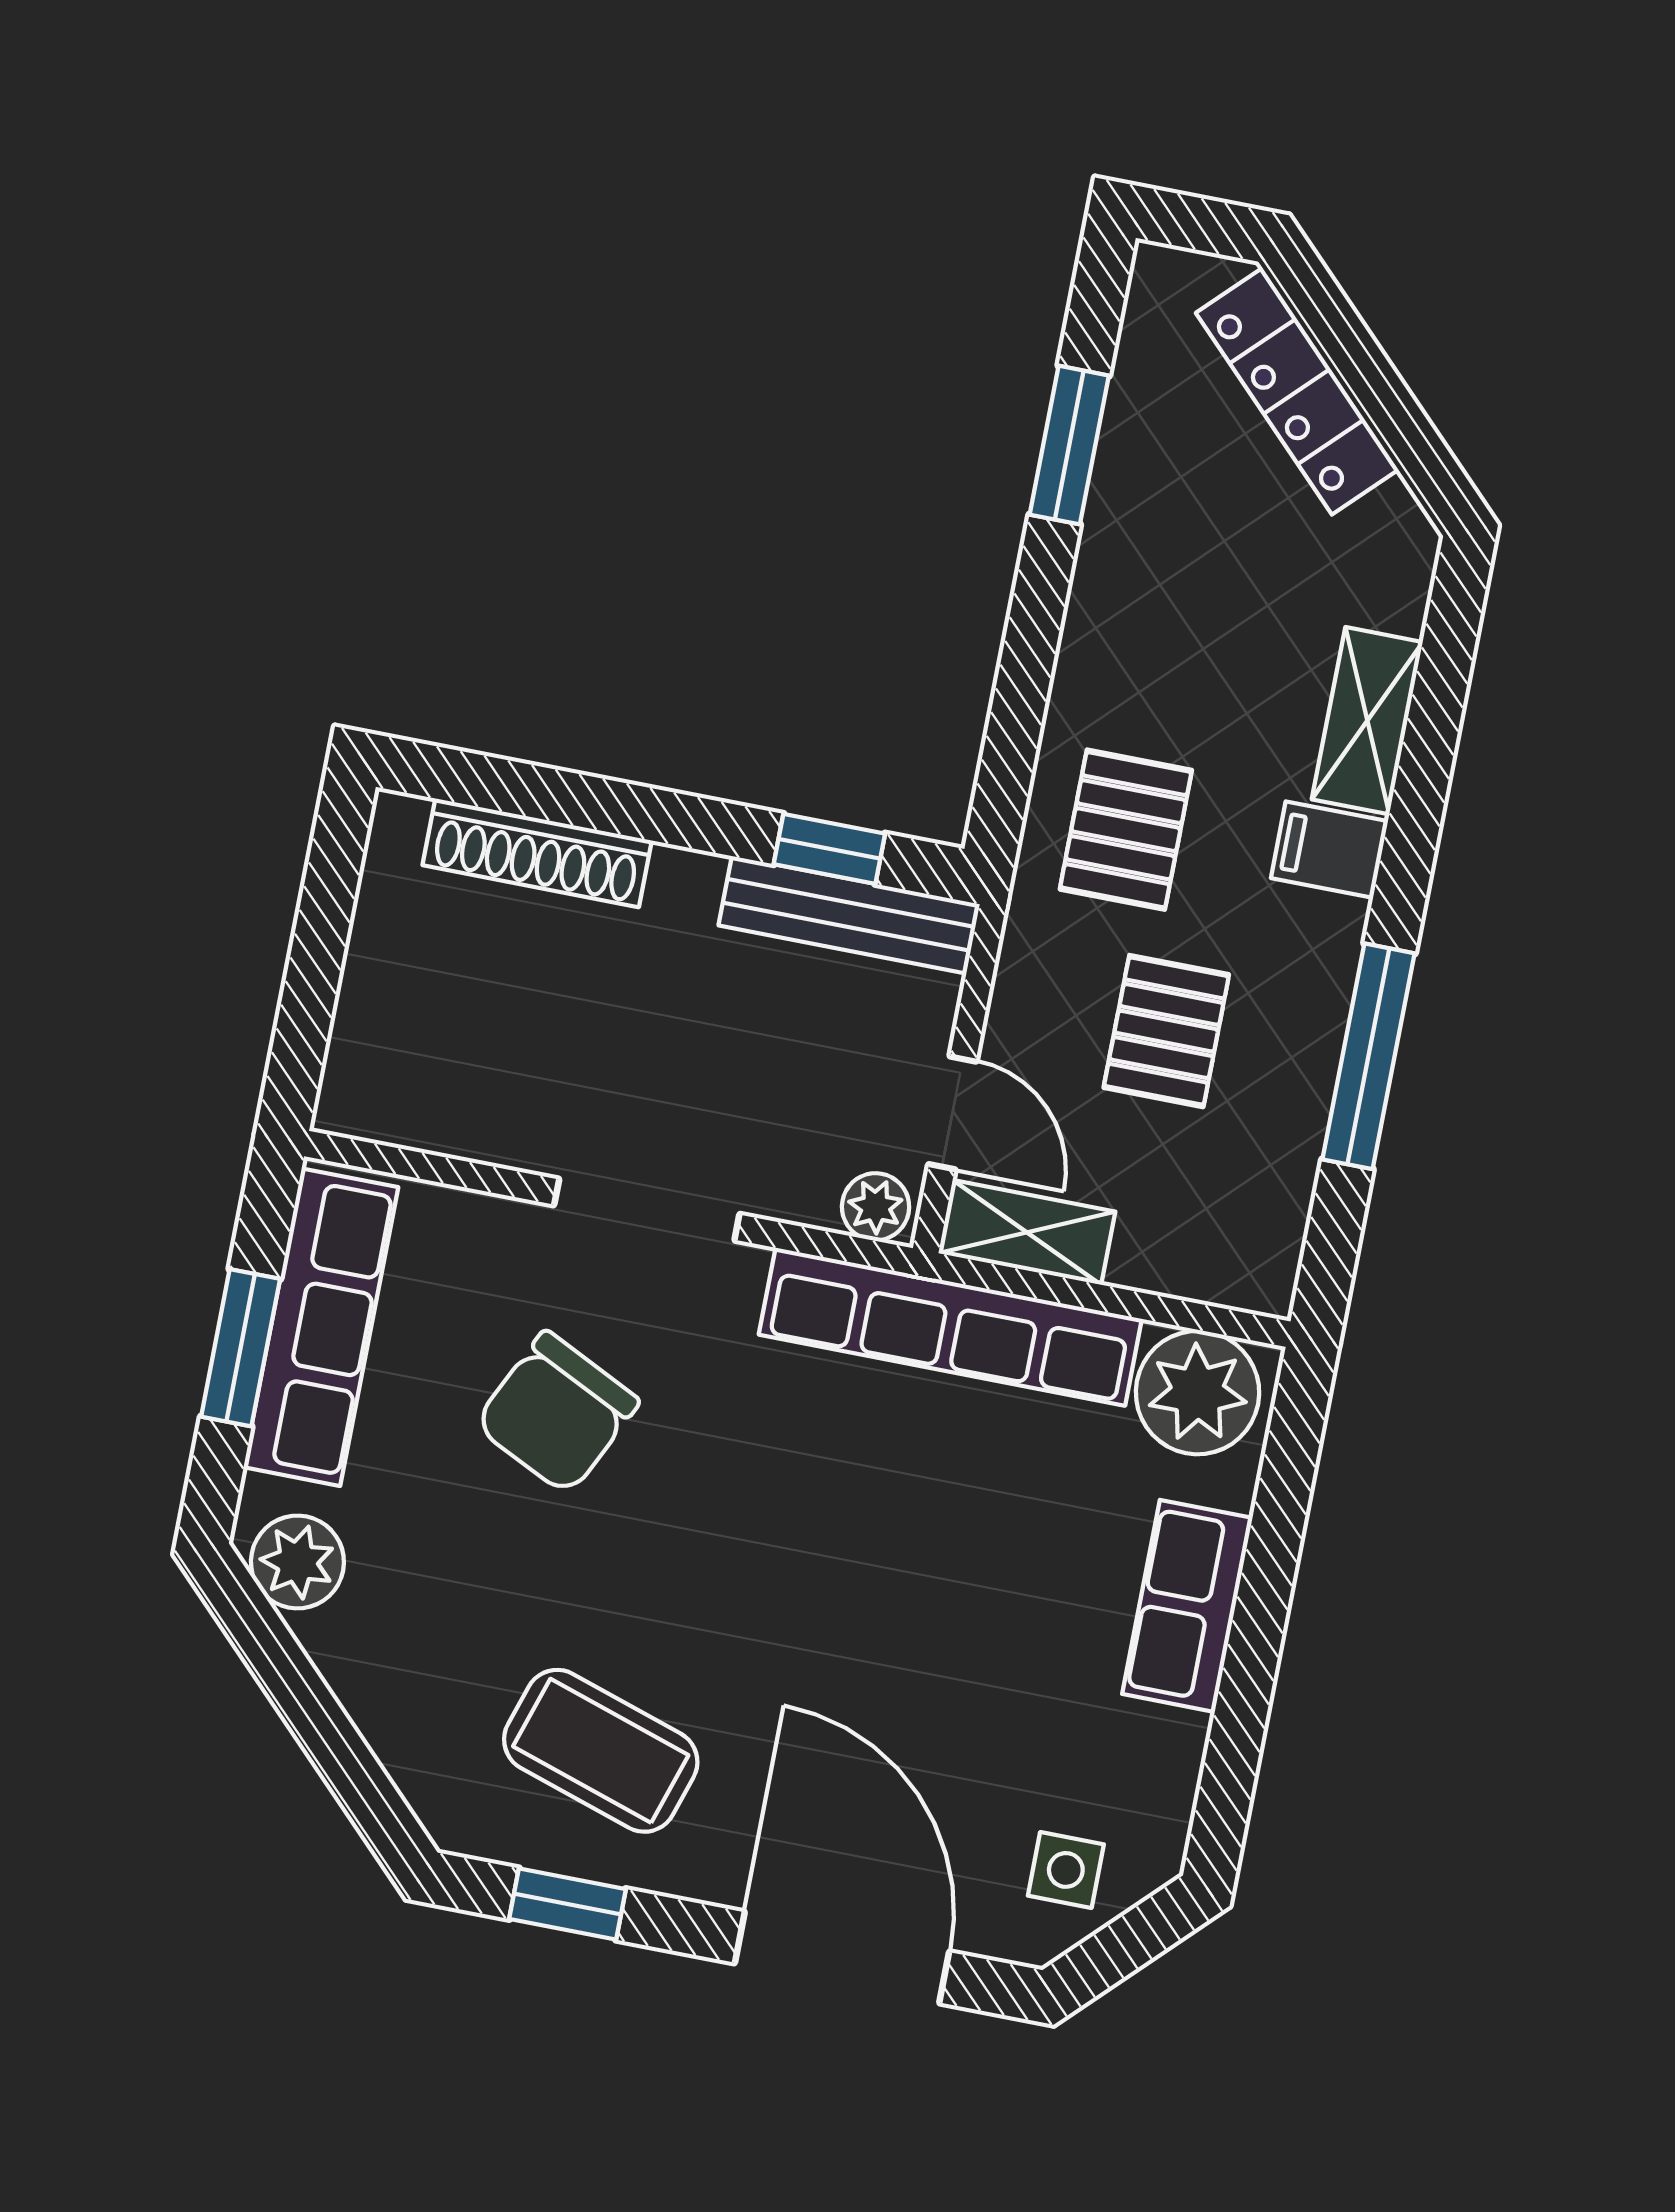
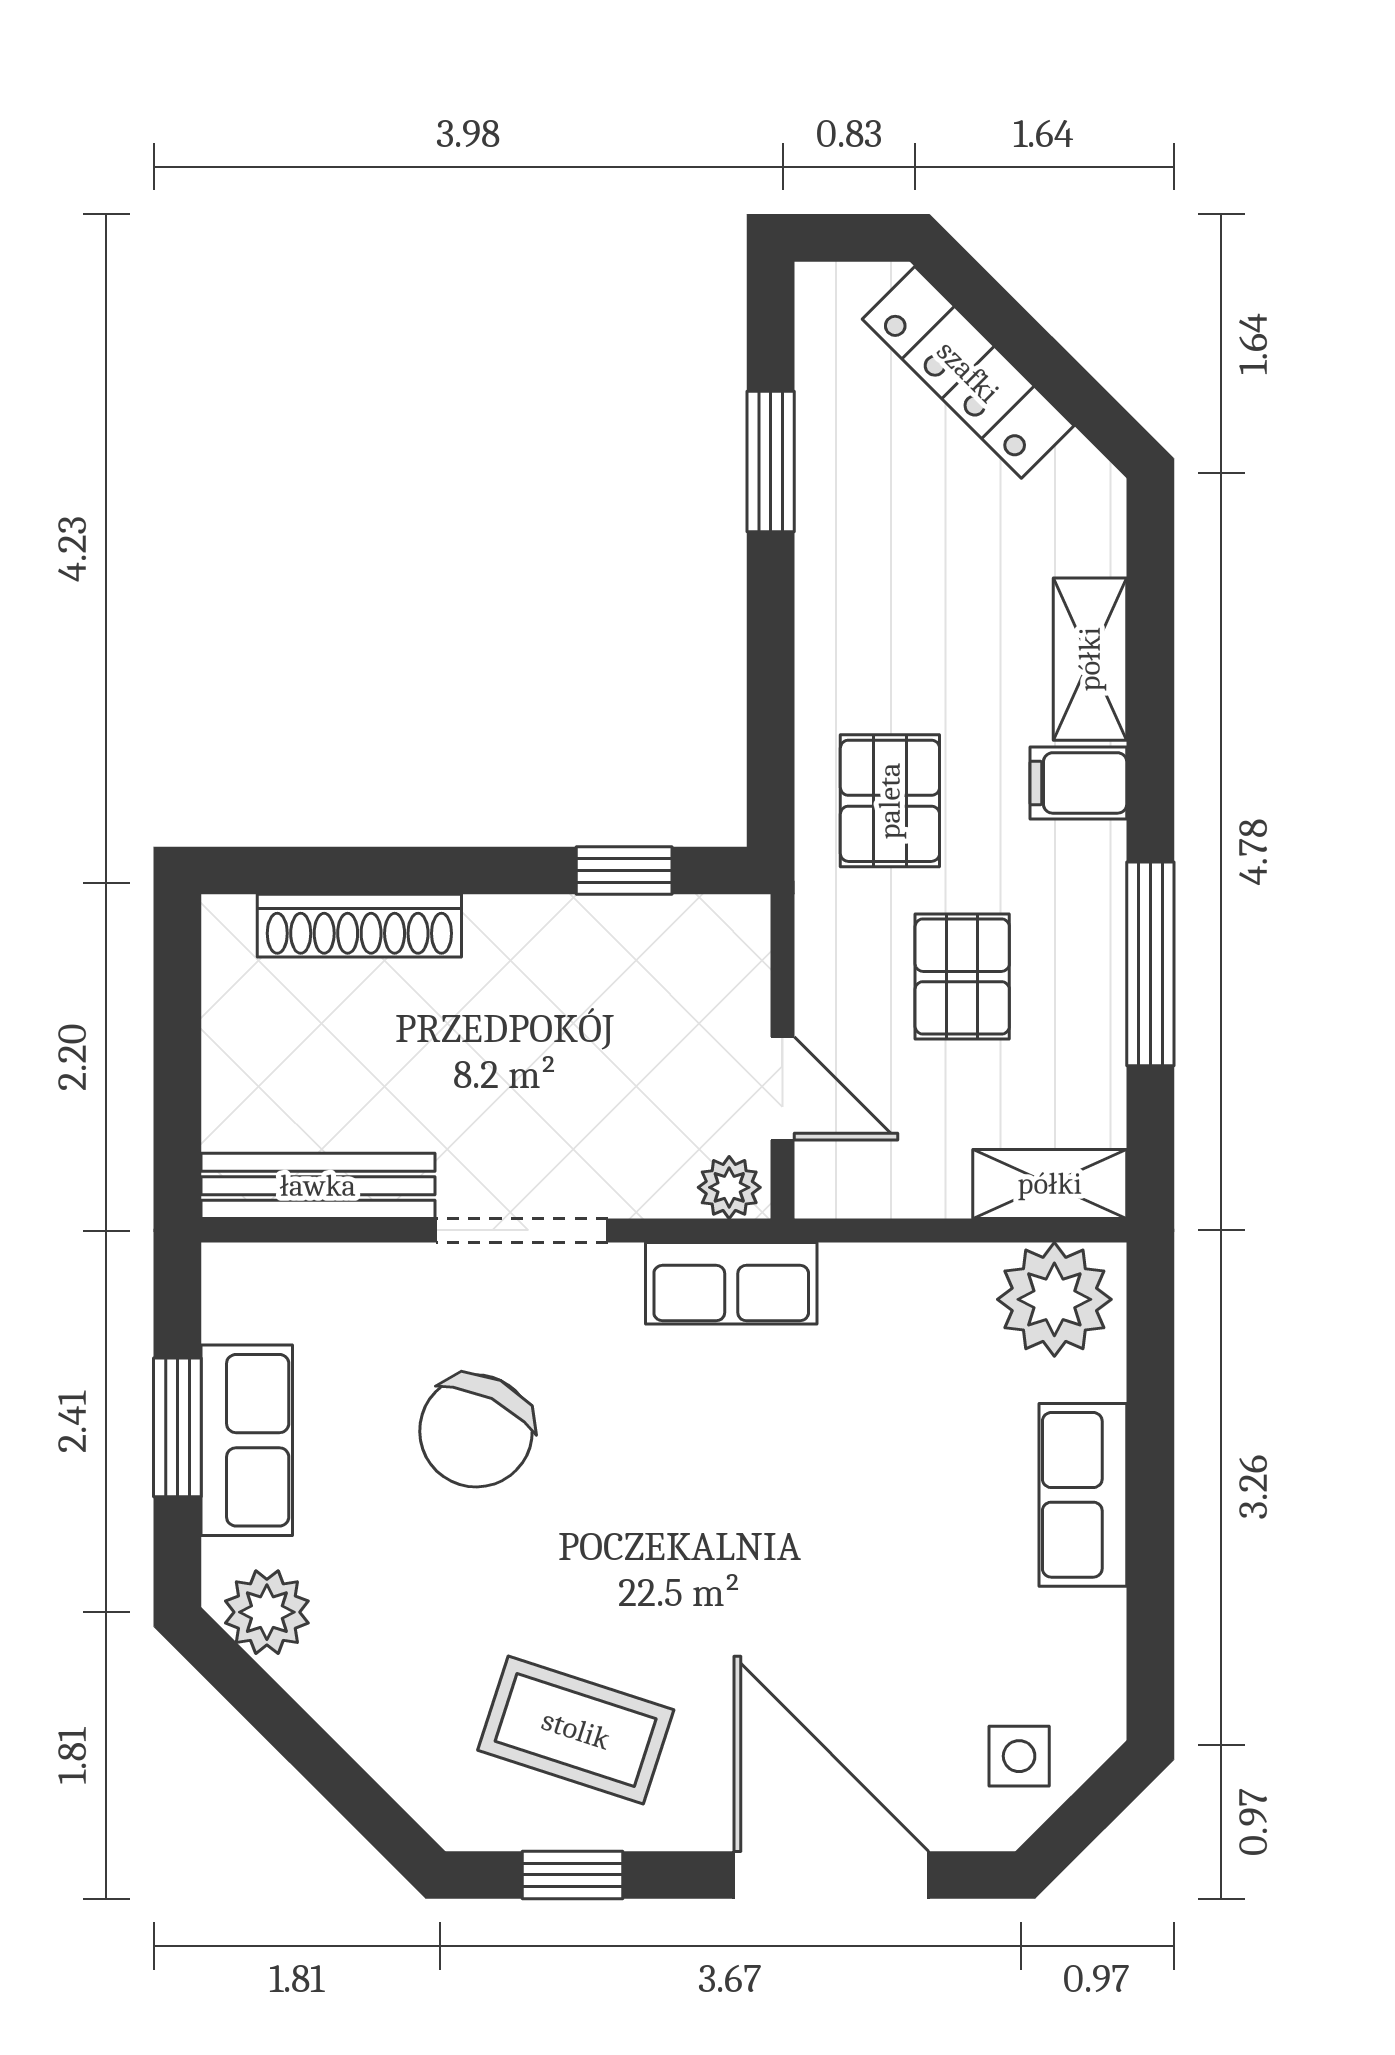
bench: (849, 915) -> (318, 1186), moved
shelving: (1027, 1232) -> (1050, 1184), moved
row of seats: (321, 1327) -> (247, 1440), width x0.68
row of seats: (950, 1327) -> (731, 1283), width x0.50

